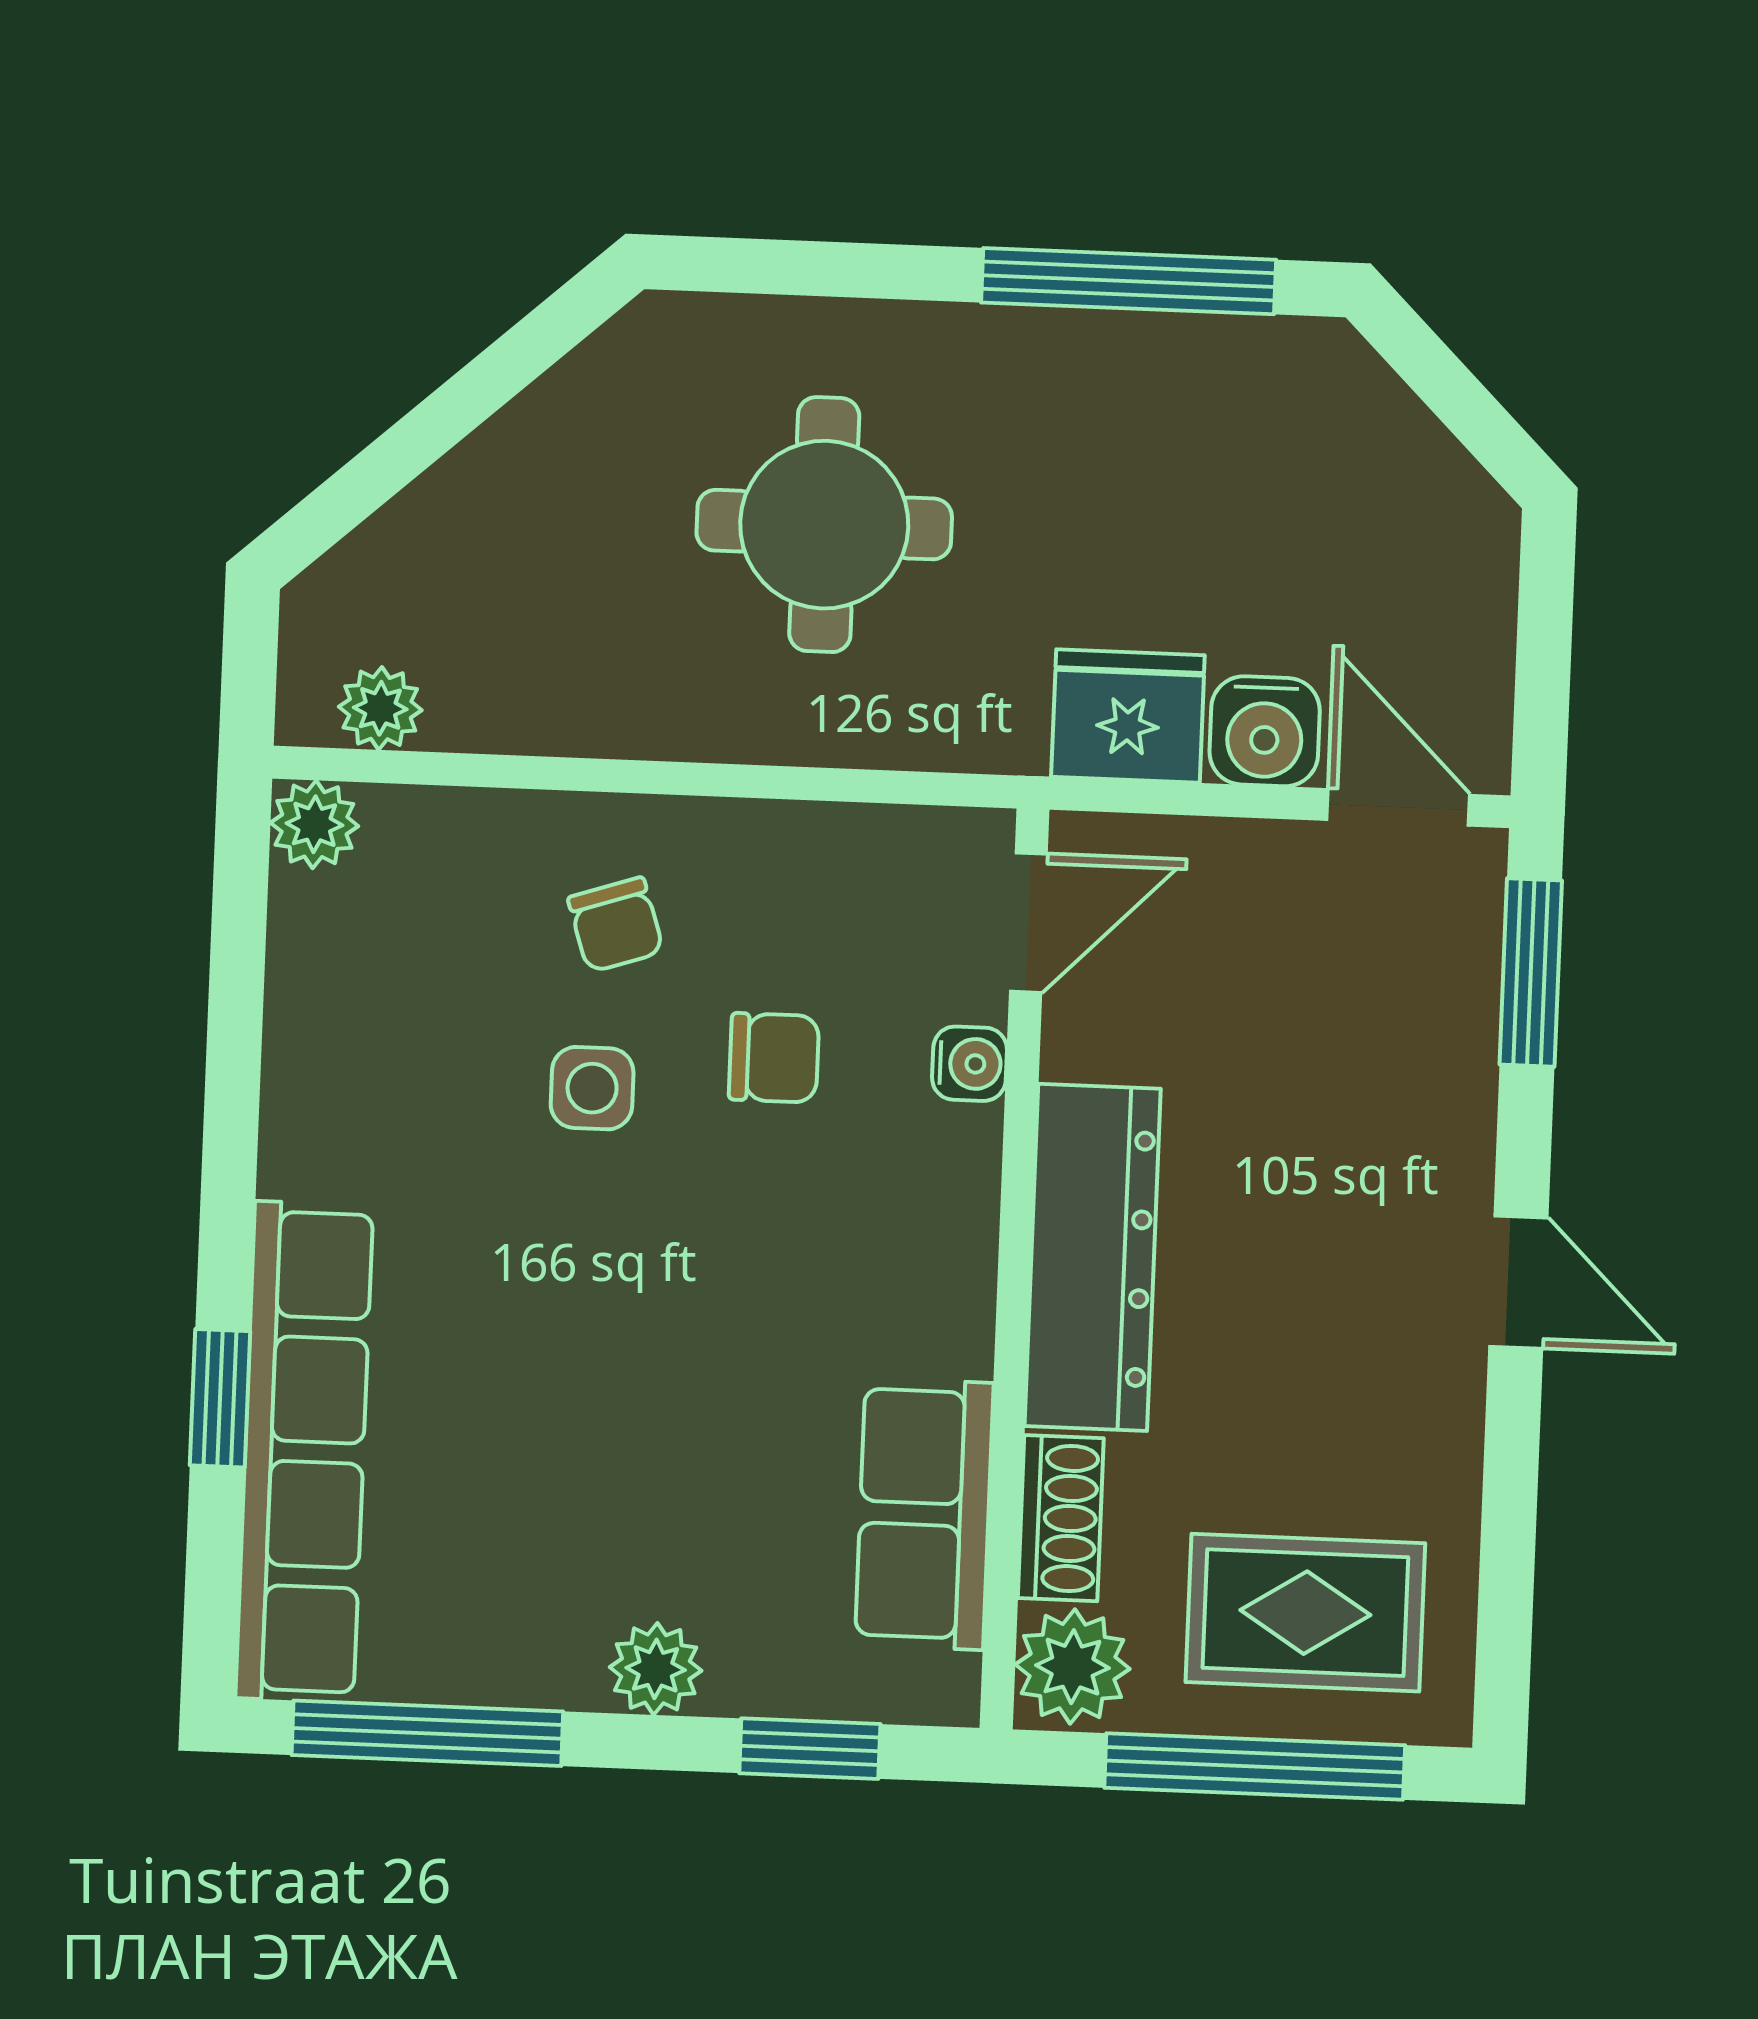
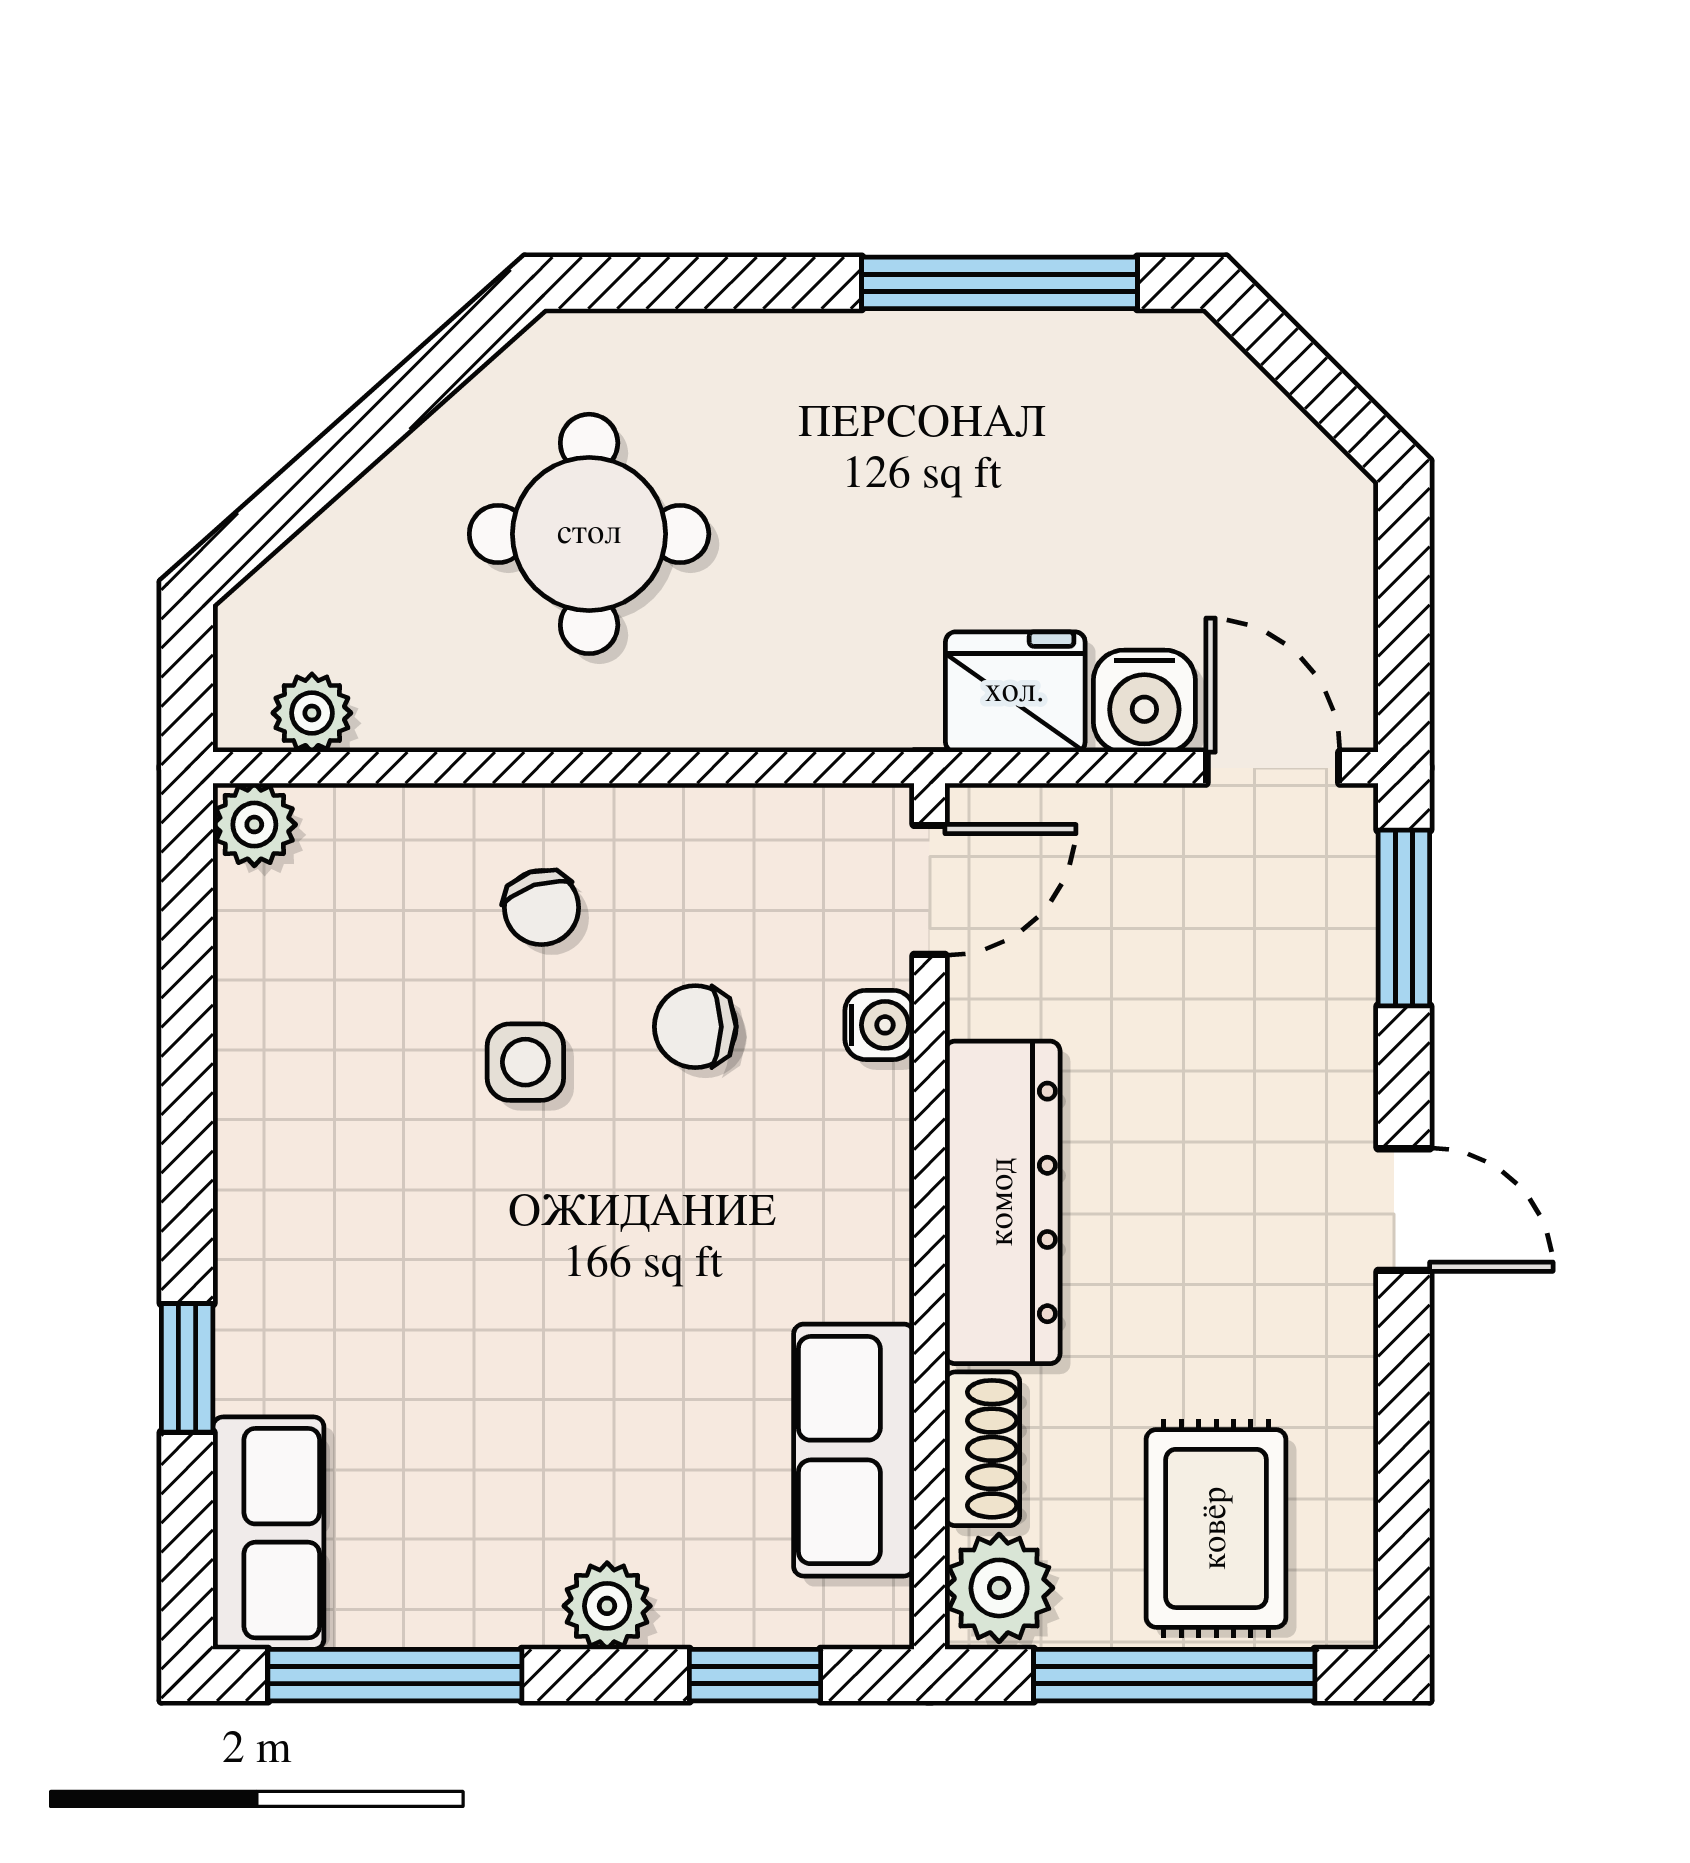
round table: (824, 525) -> (589, 534), moved
chair: (774, 1058) -> (695, 1027), turned 180
row of seats: (304, 1452) -> (268, 1533), width x0.50
rug: (1305, 1613) -> (1216, 1528), turned 90

